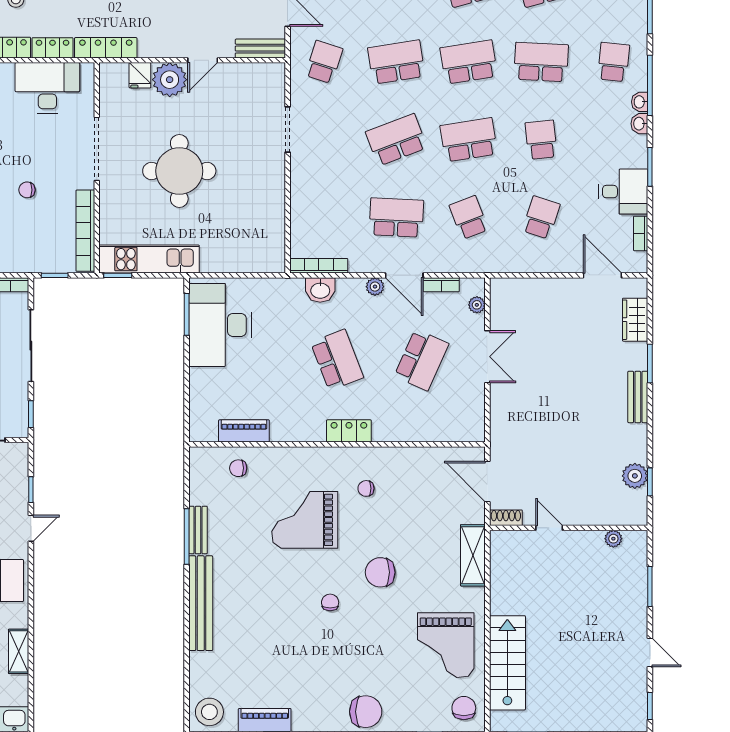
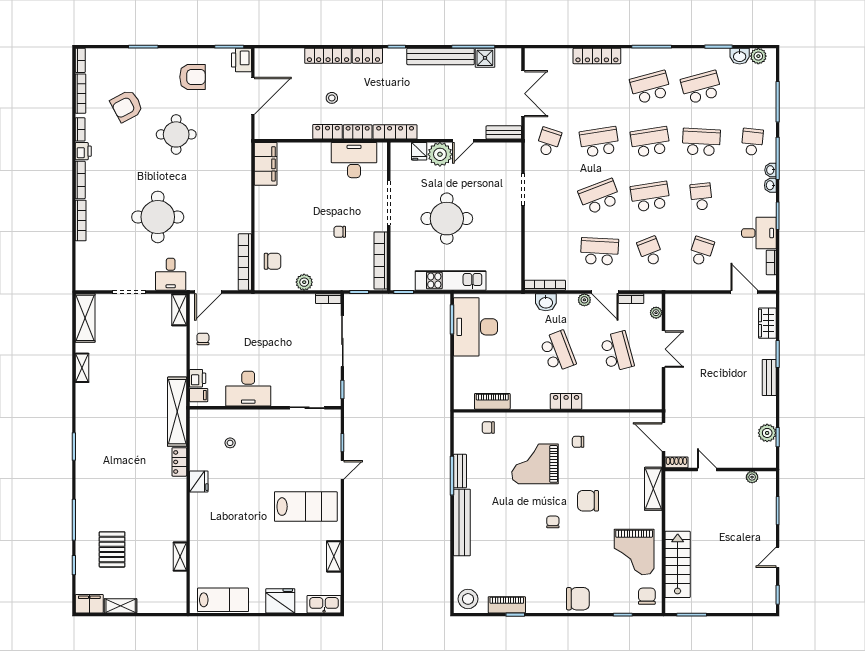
kitchen unit: (149, 259) -> (451, 280), moved
school desk: (422, 360) -> (617, 351), turned -39
door: (650, 652) -> (778, 557), swing flipped

